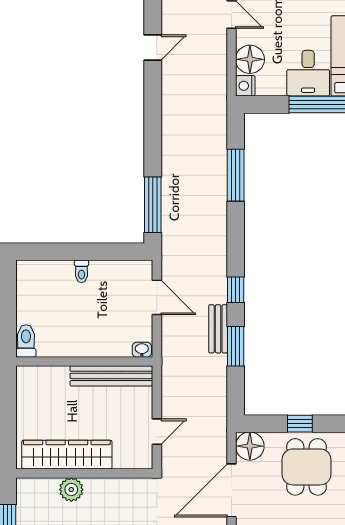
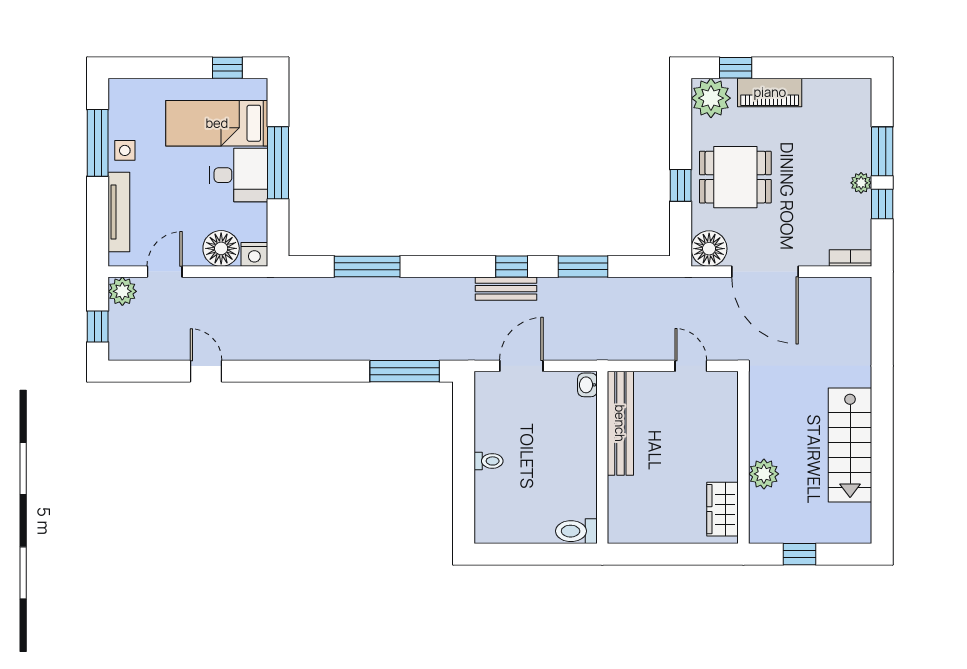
bench: (218, 329) -> (506, 289), moved
wardrobe: (67, 455) -> (723, 509), width x0.48, depth x0.85

